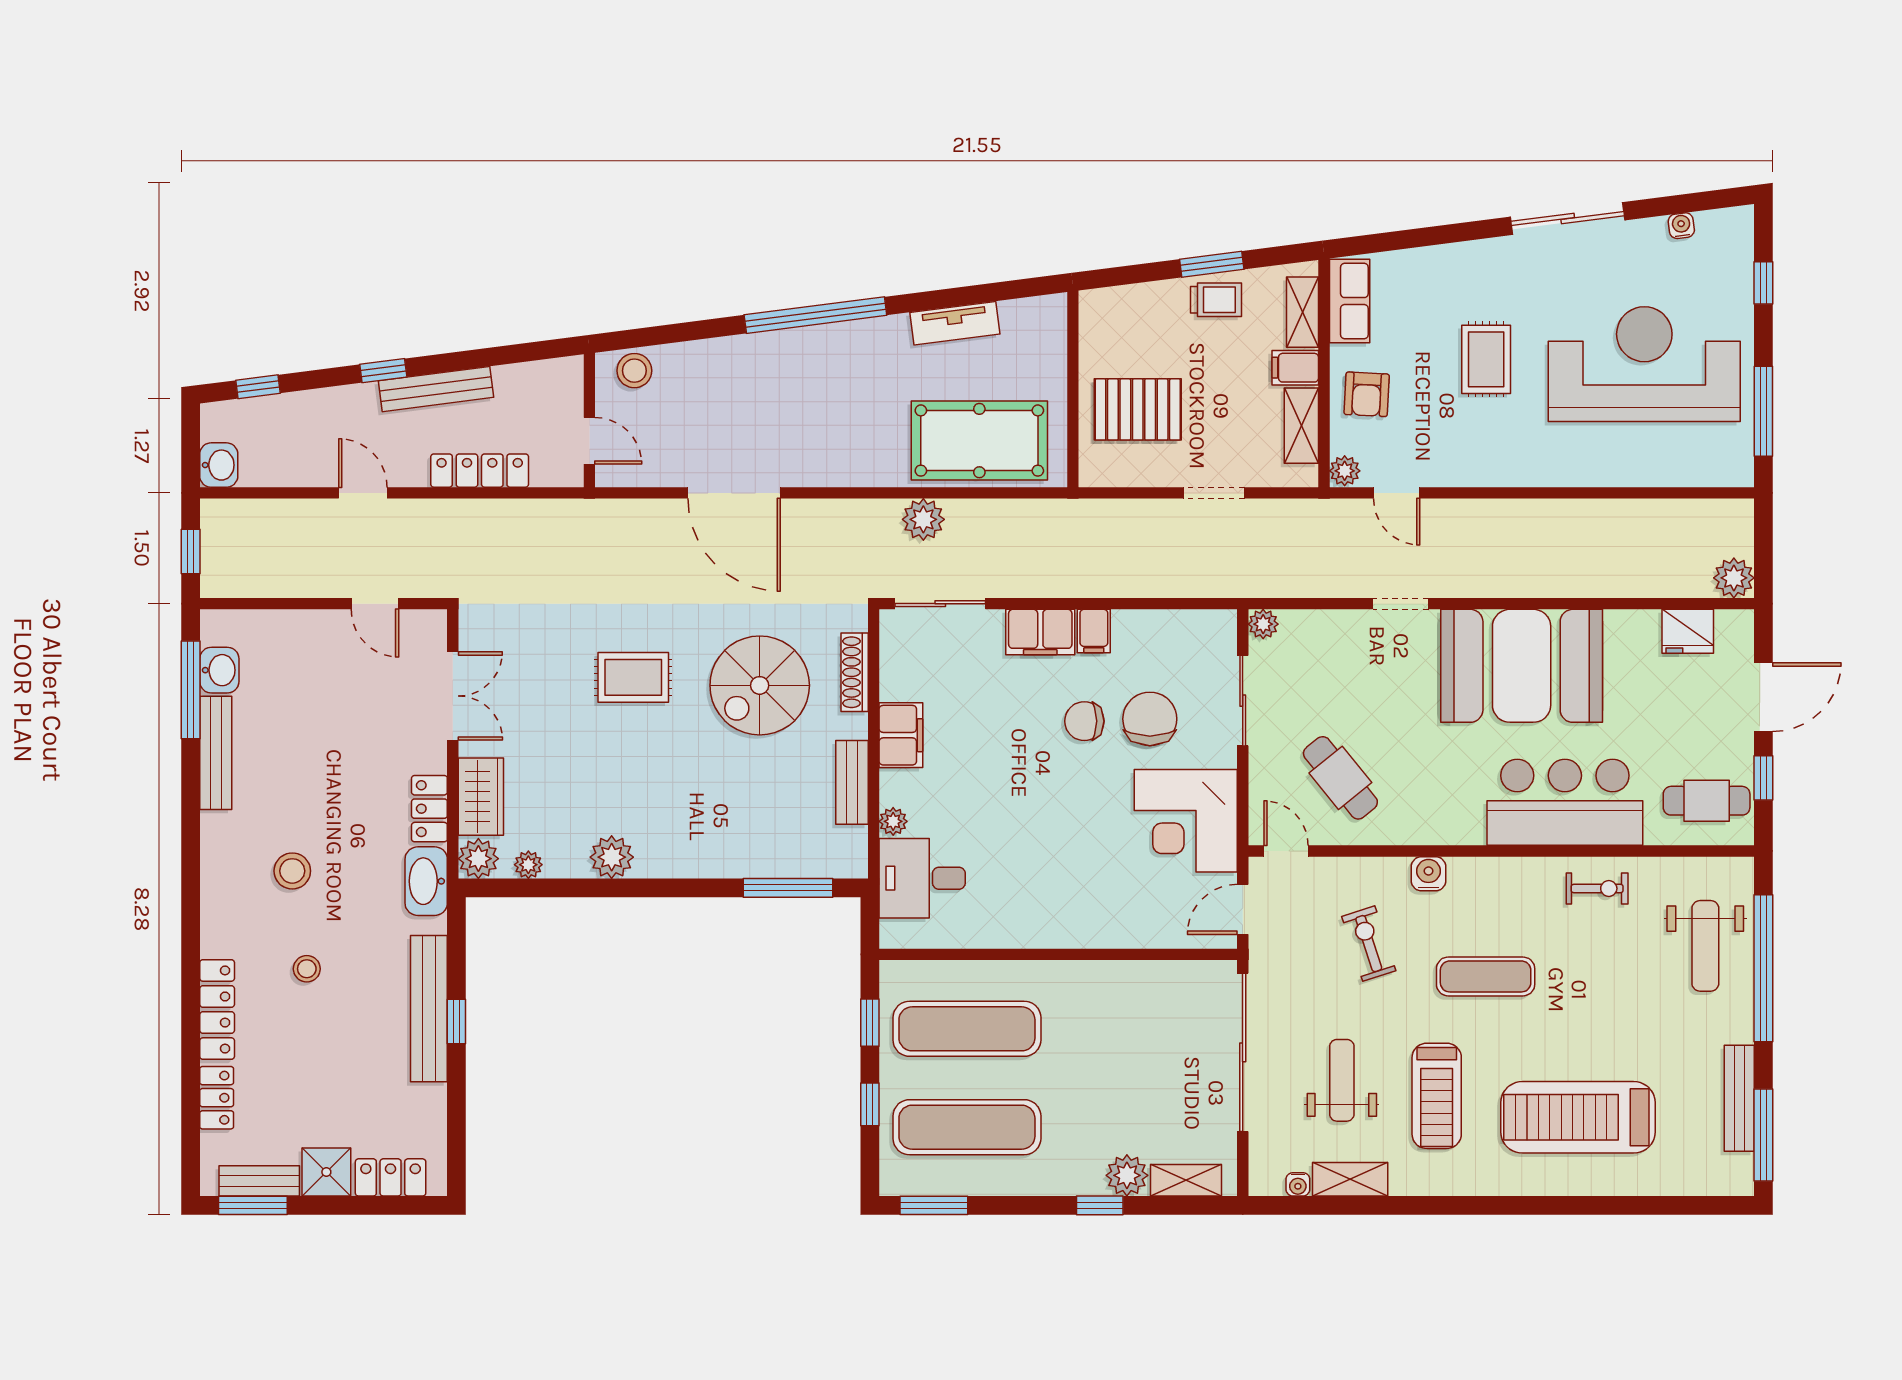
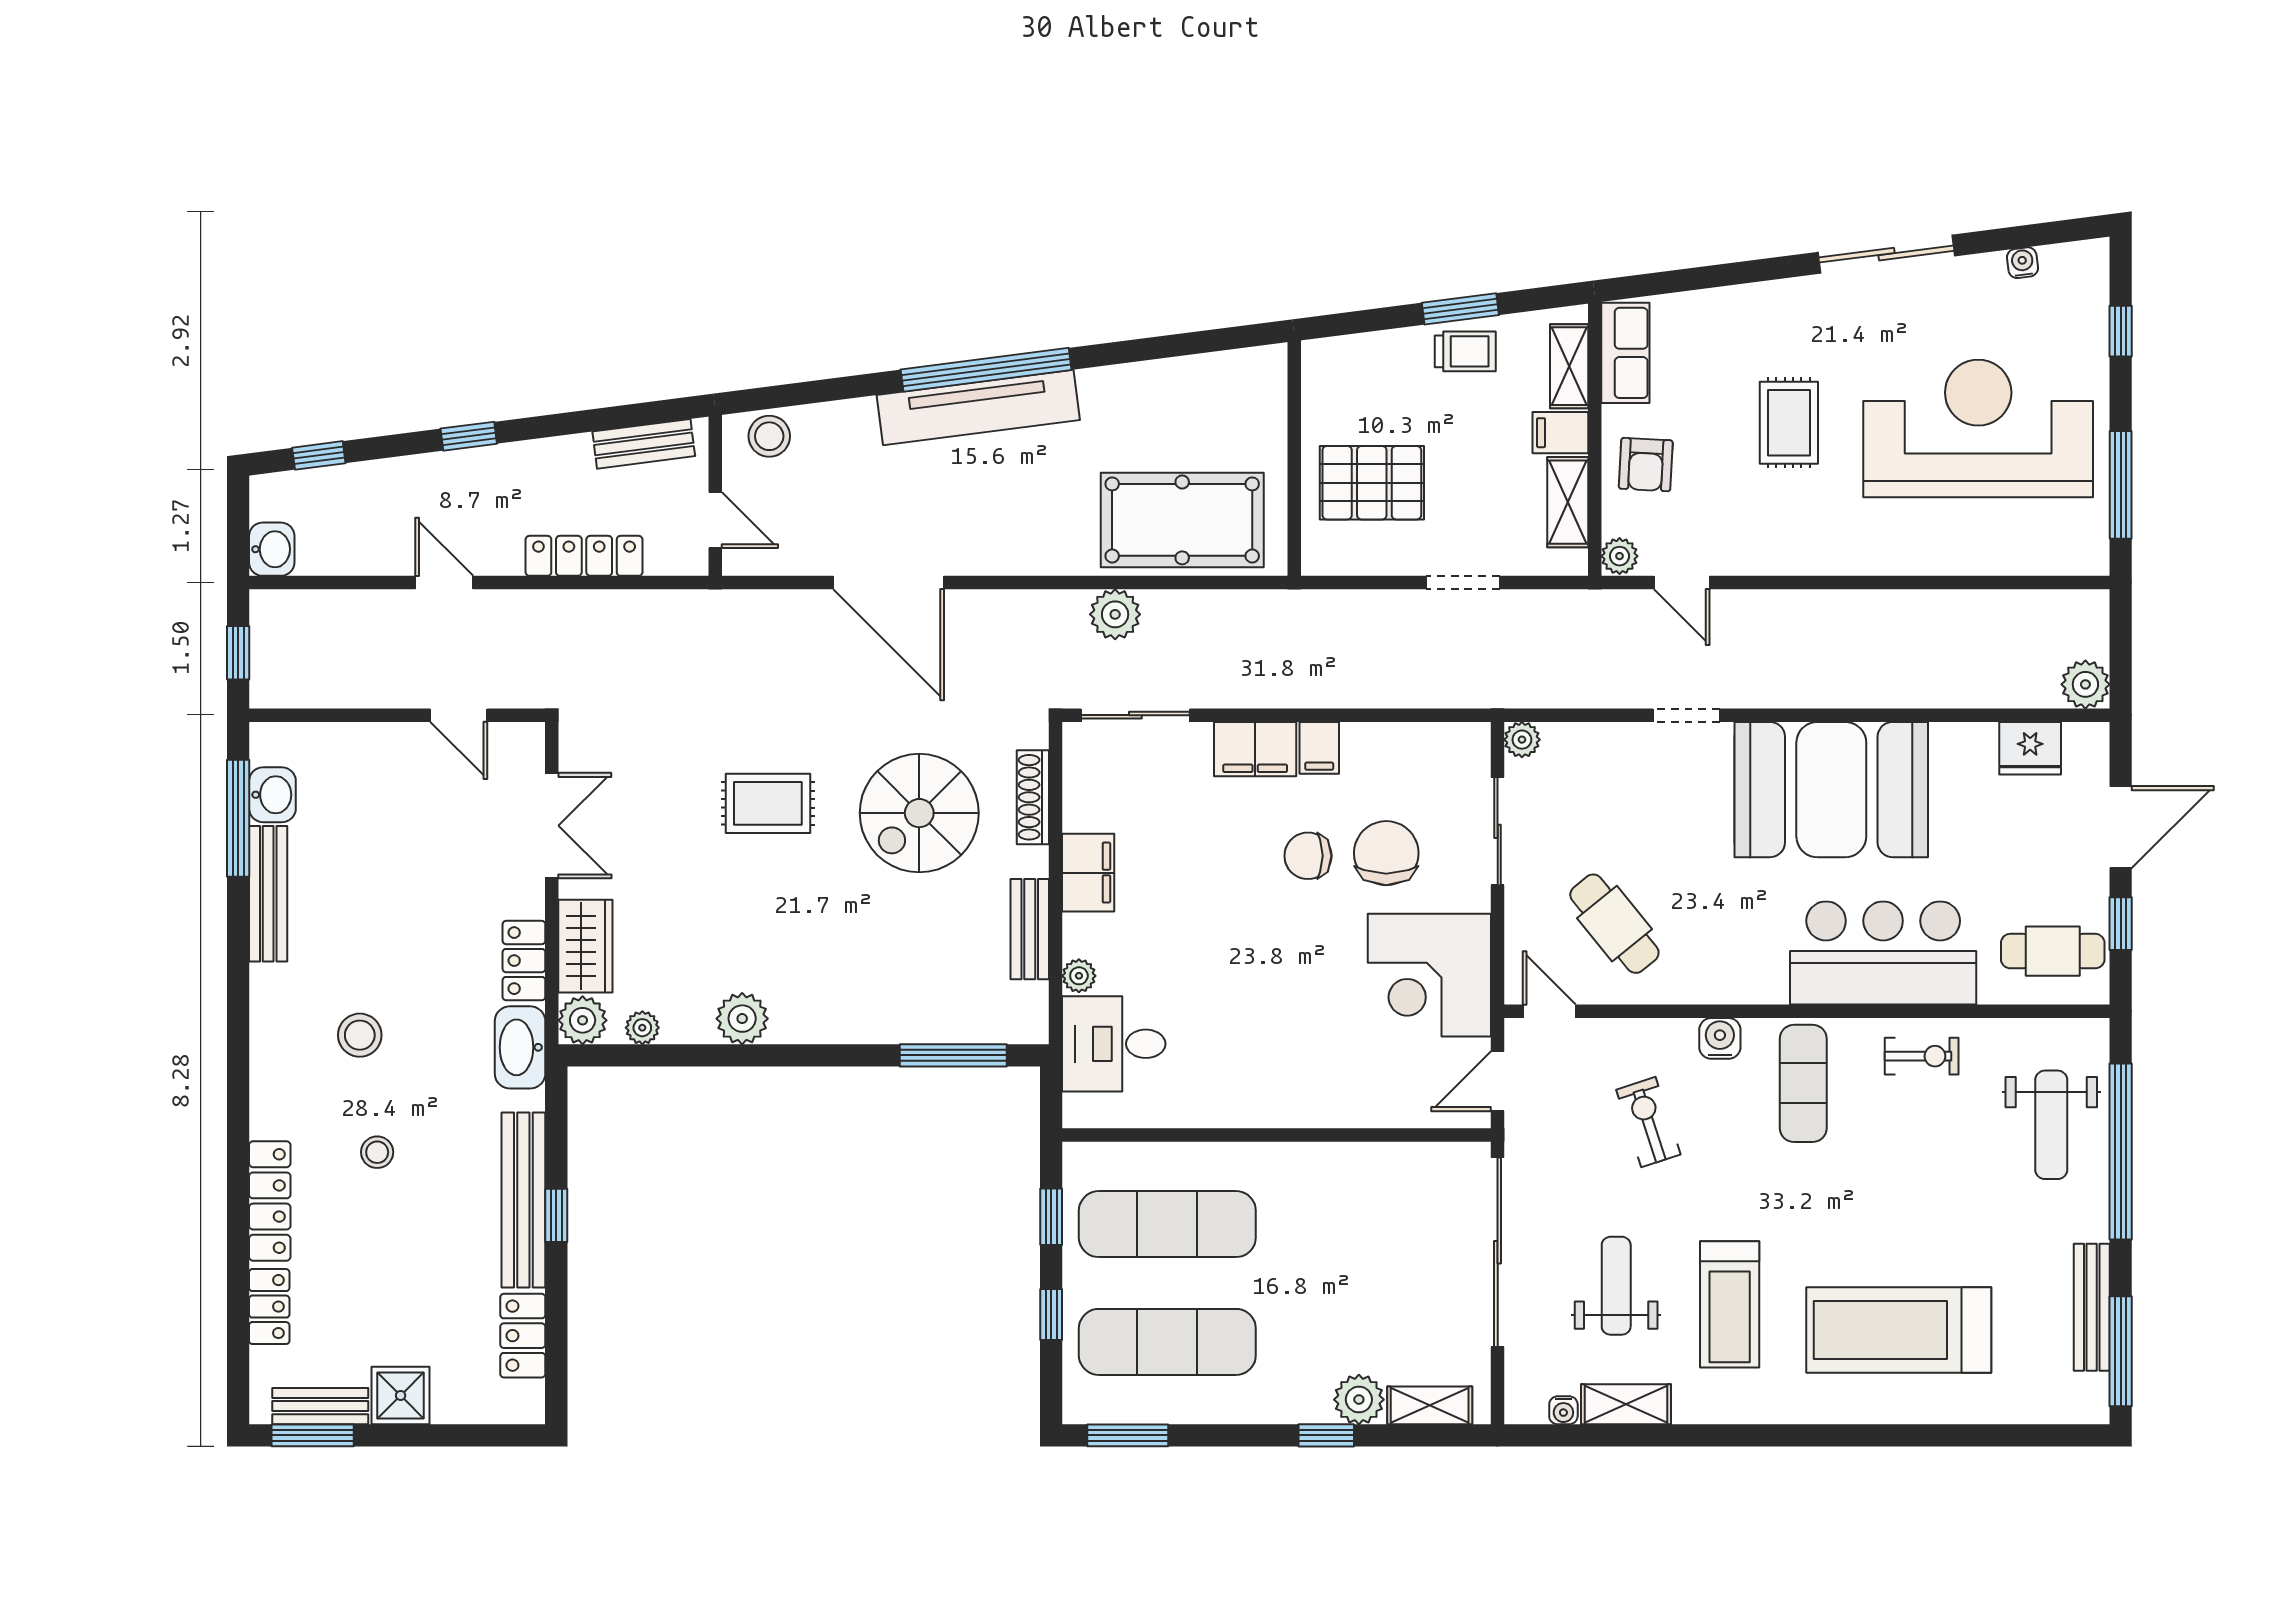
tv unit: (955, 323) -> (978, 408), moved, width x1.92, depth x1.29
bench: (436, 389) -> (644, 444), moved, width x0.73
exercise mat: (1486, 976) -> (1803, 1083), moved, turned 90
locker: (391, 1177) -> (523, 1336), moved, turned -90

